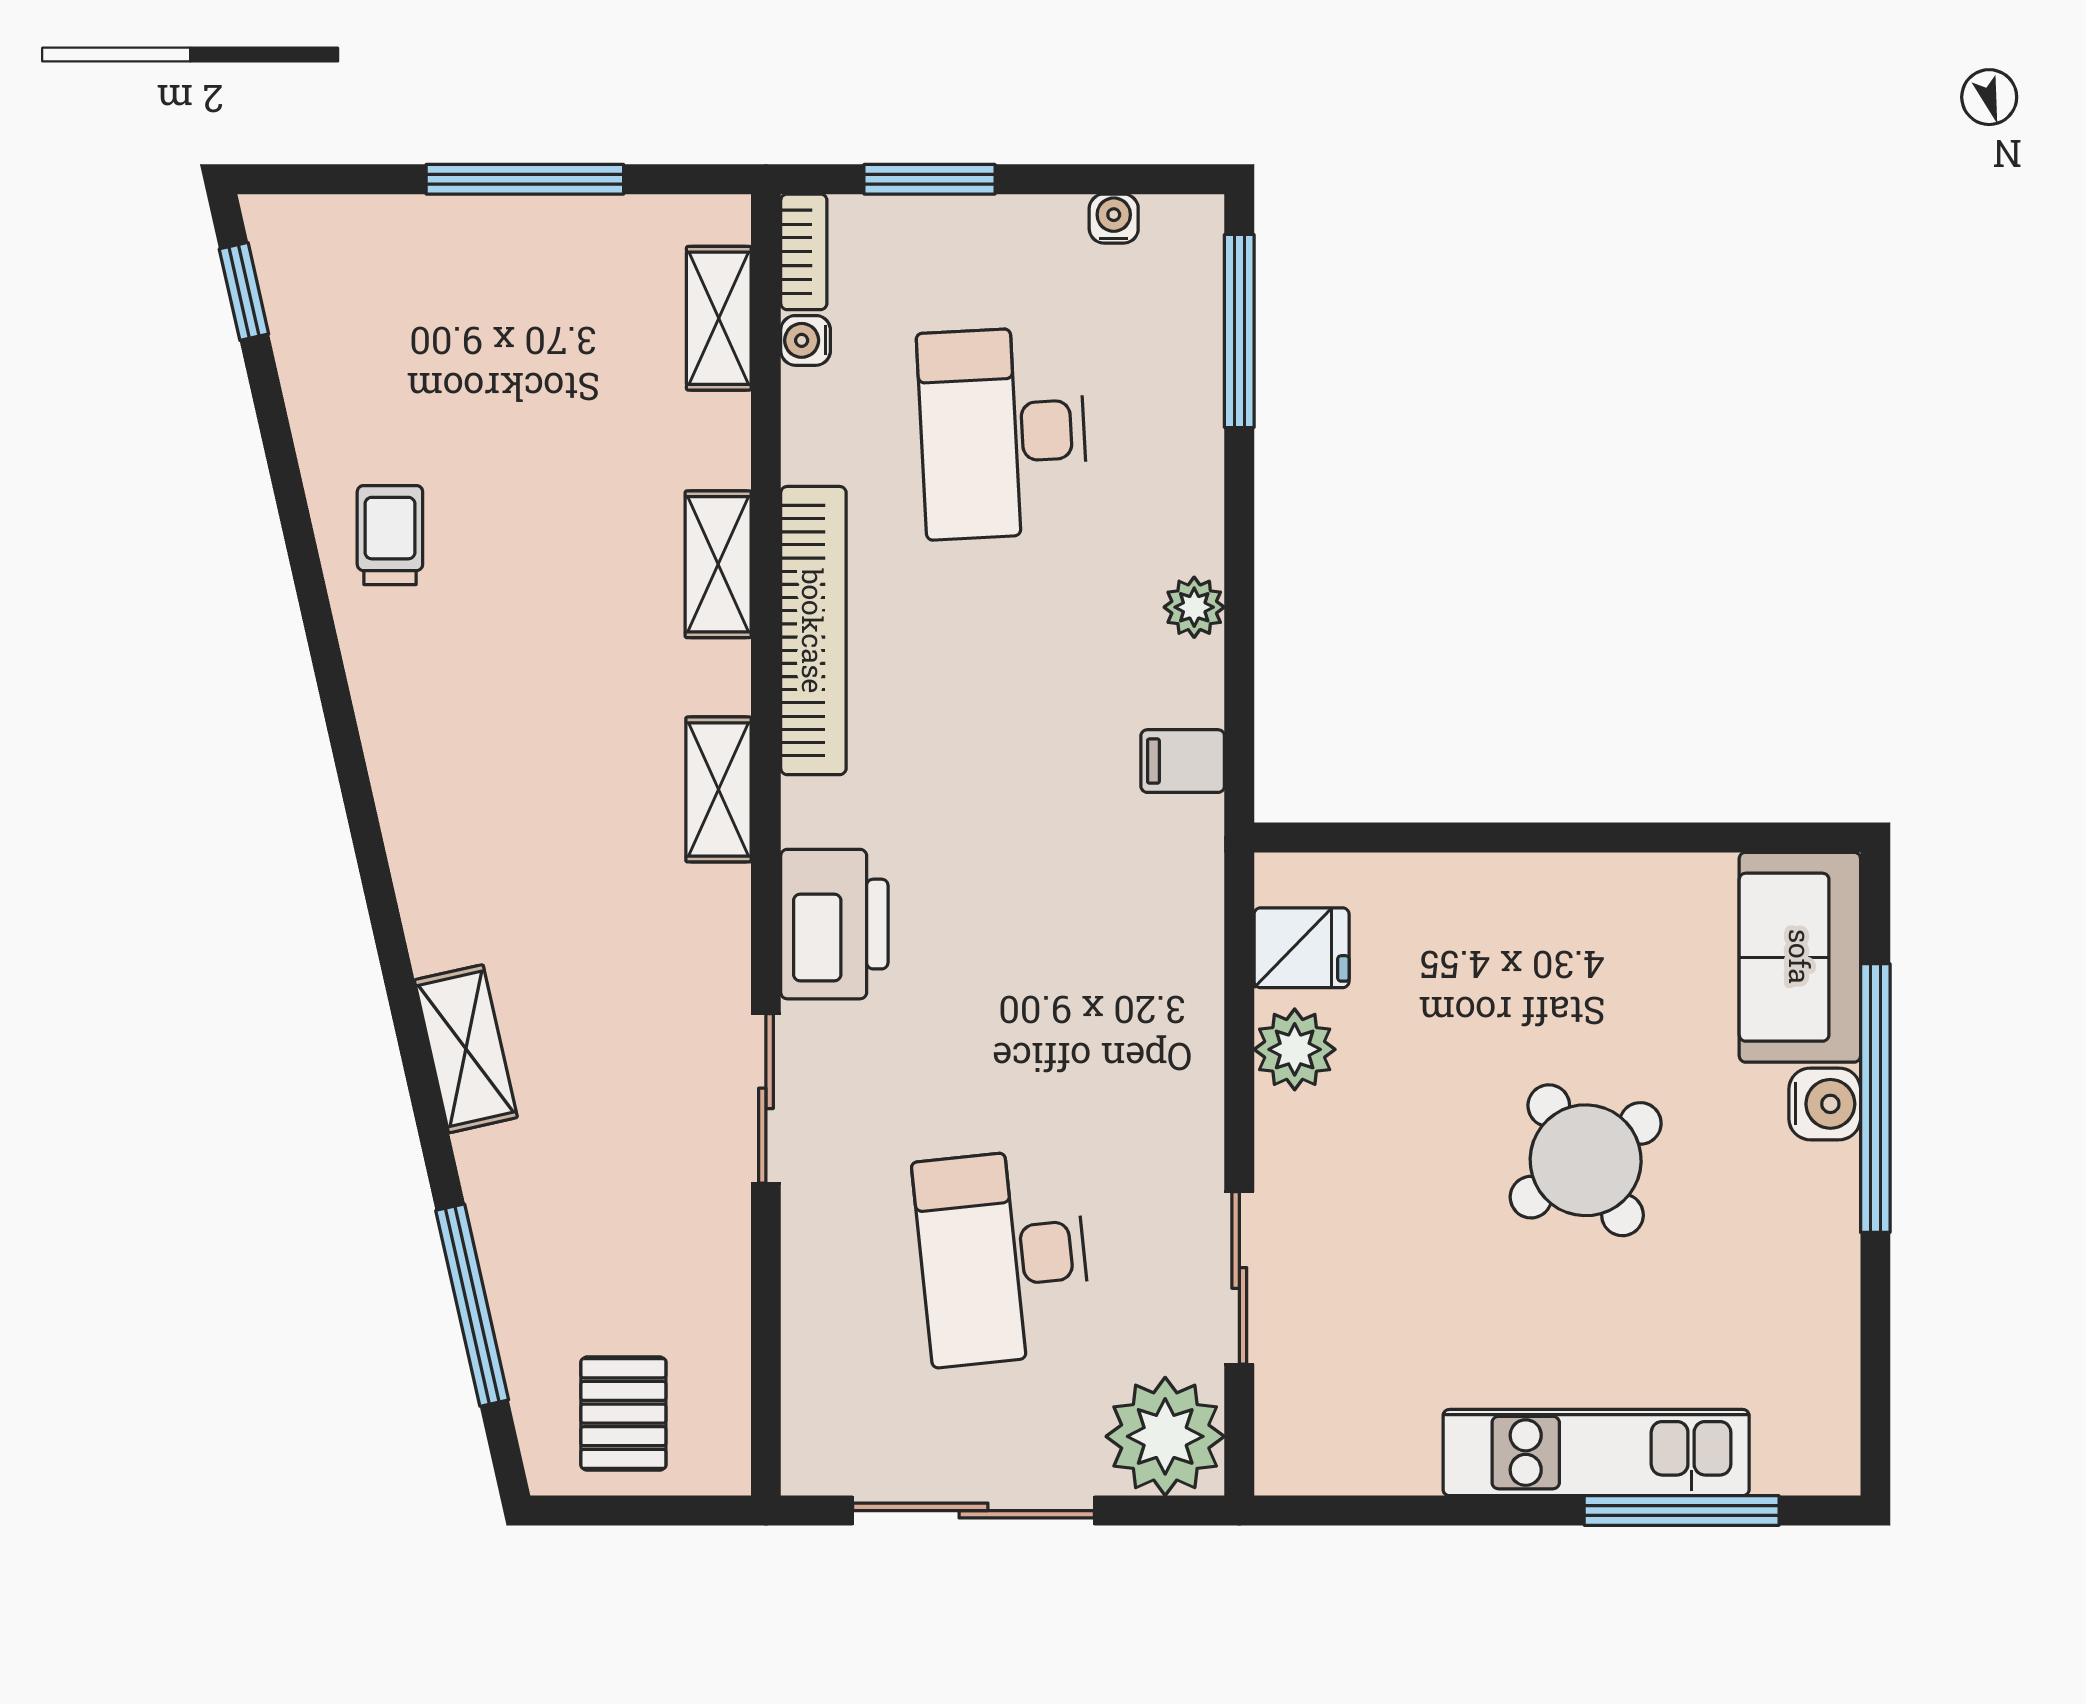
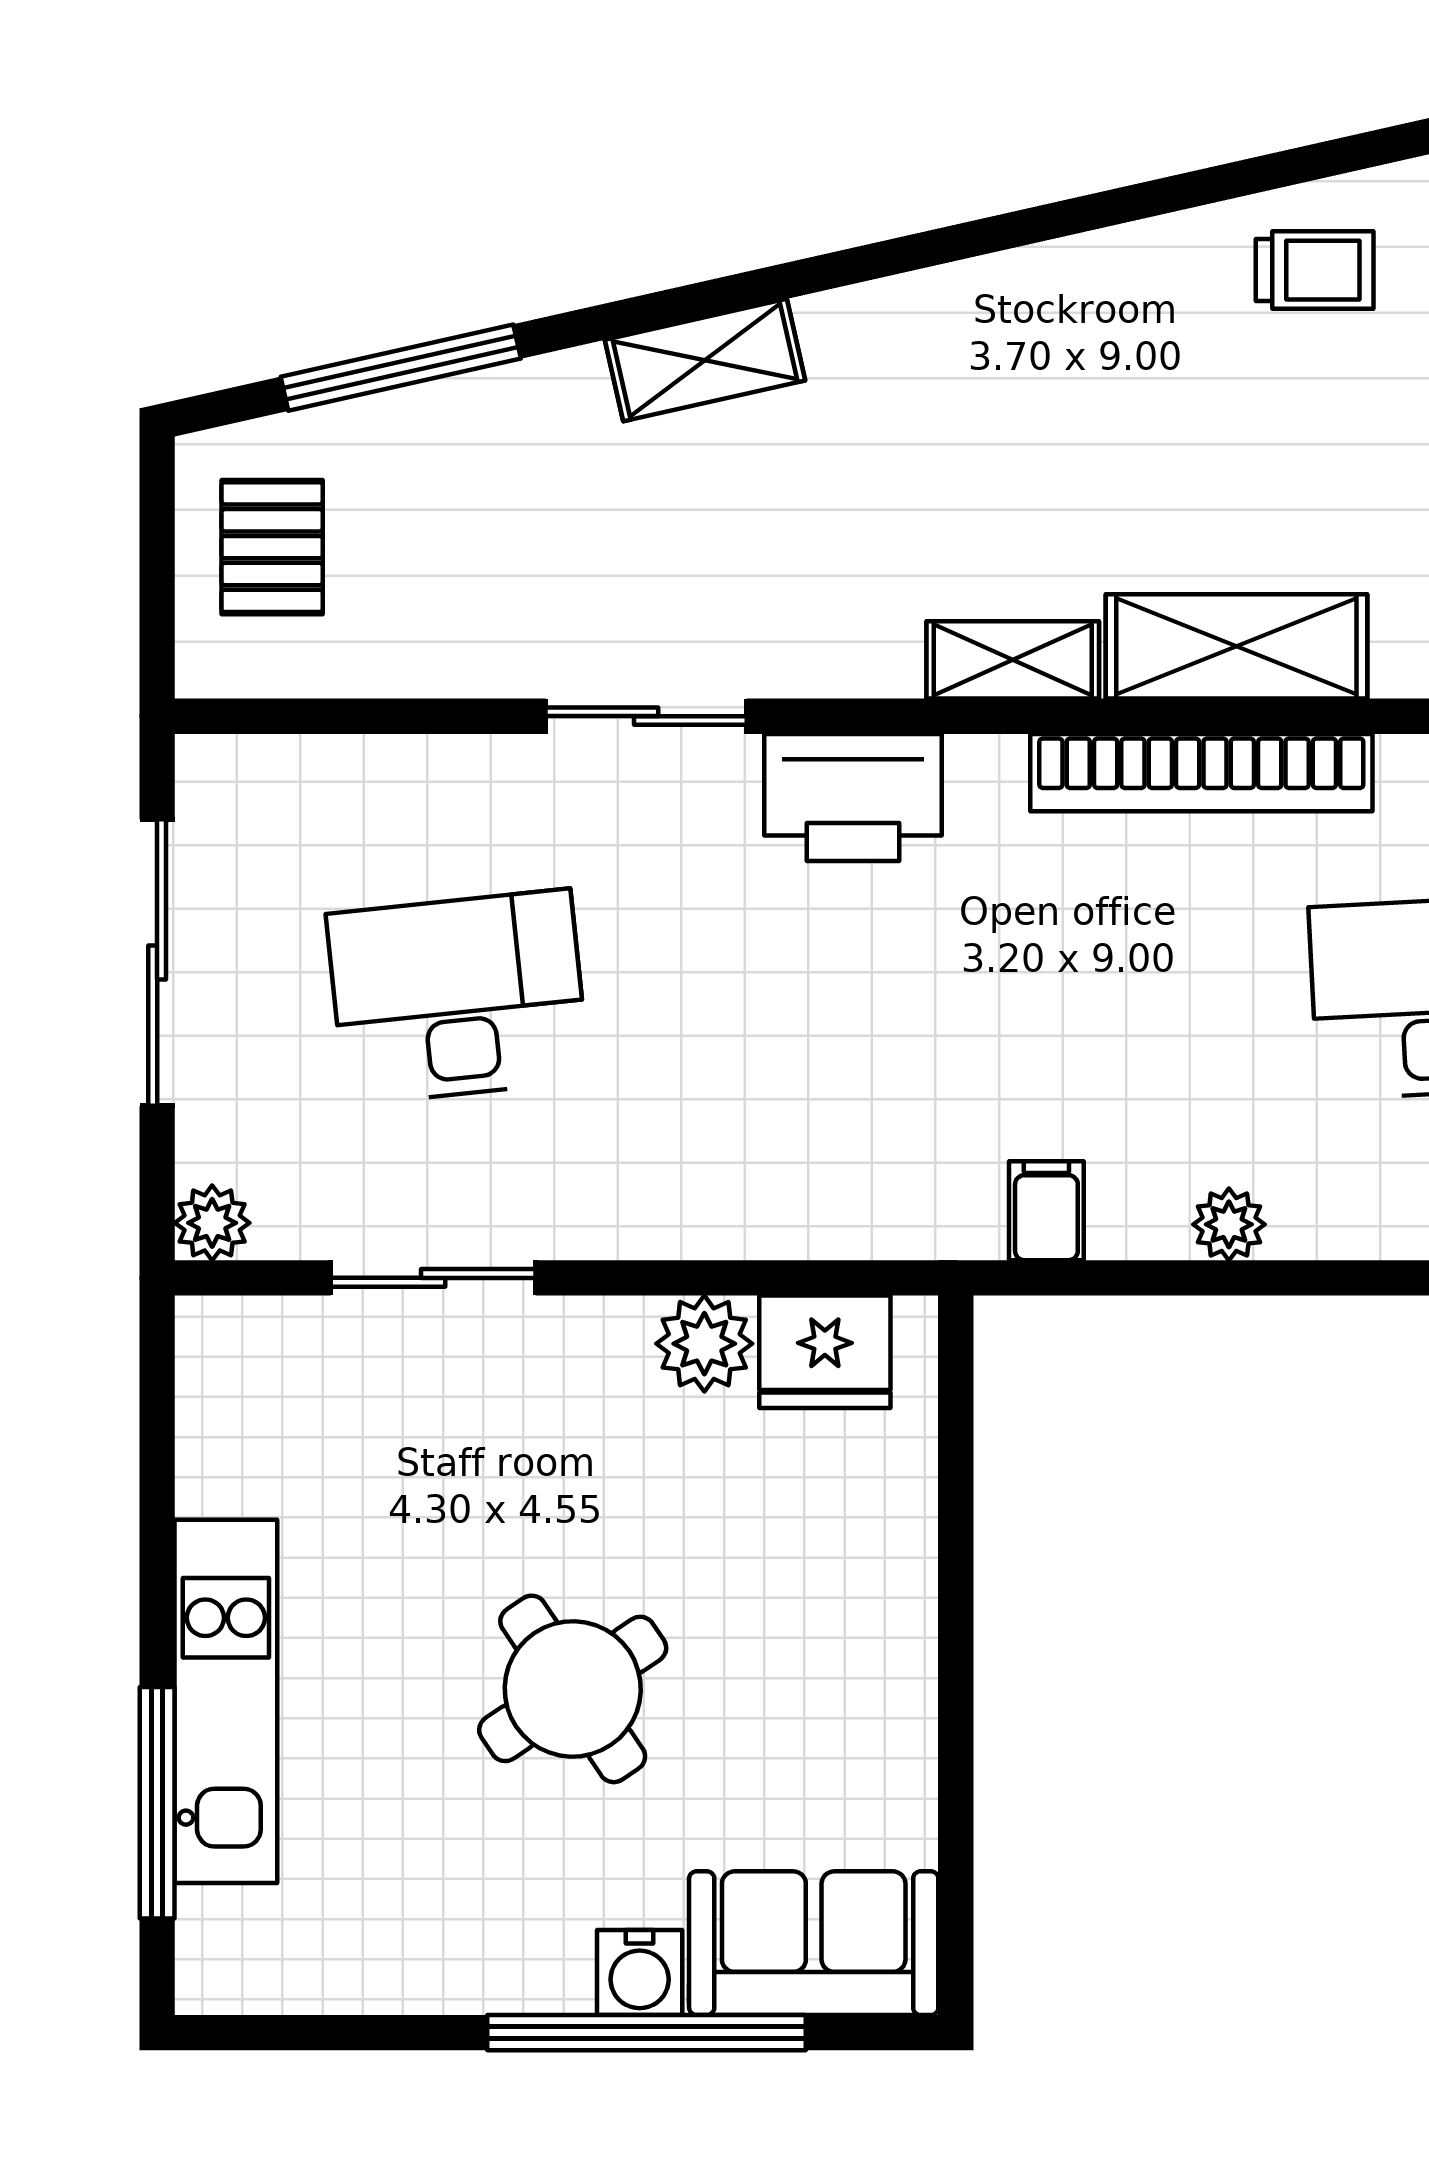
shelving: (718, 564) -> (1236, 646), width x1.50, depth x1.33
fridge: (1302, 948) -> (825, 1352), width x1.38
pallet: (623, 1414) -> (272, 547), turned 90
plant: (1165, 1436) -> (212, 1223), width x0.53, depth x0.53

